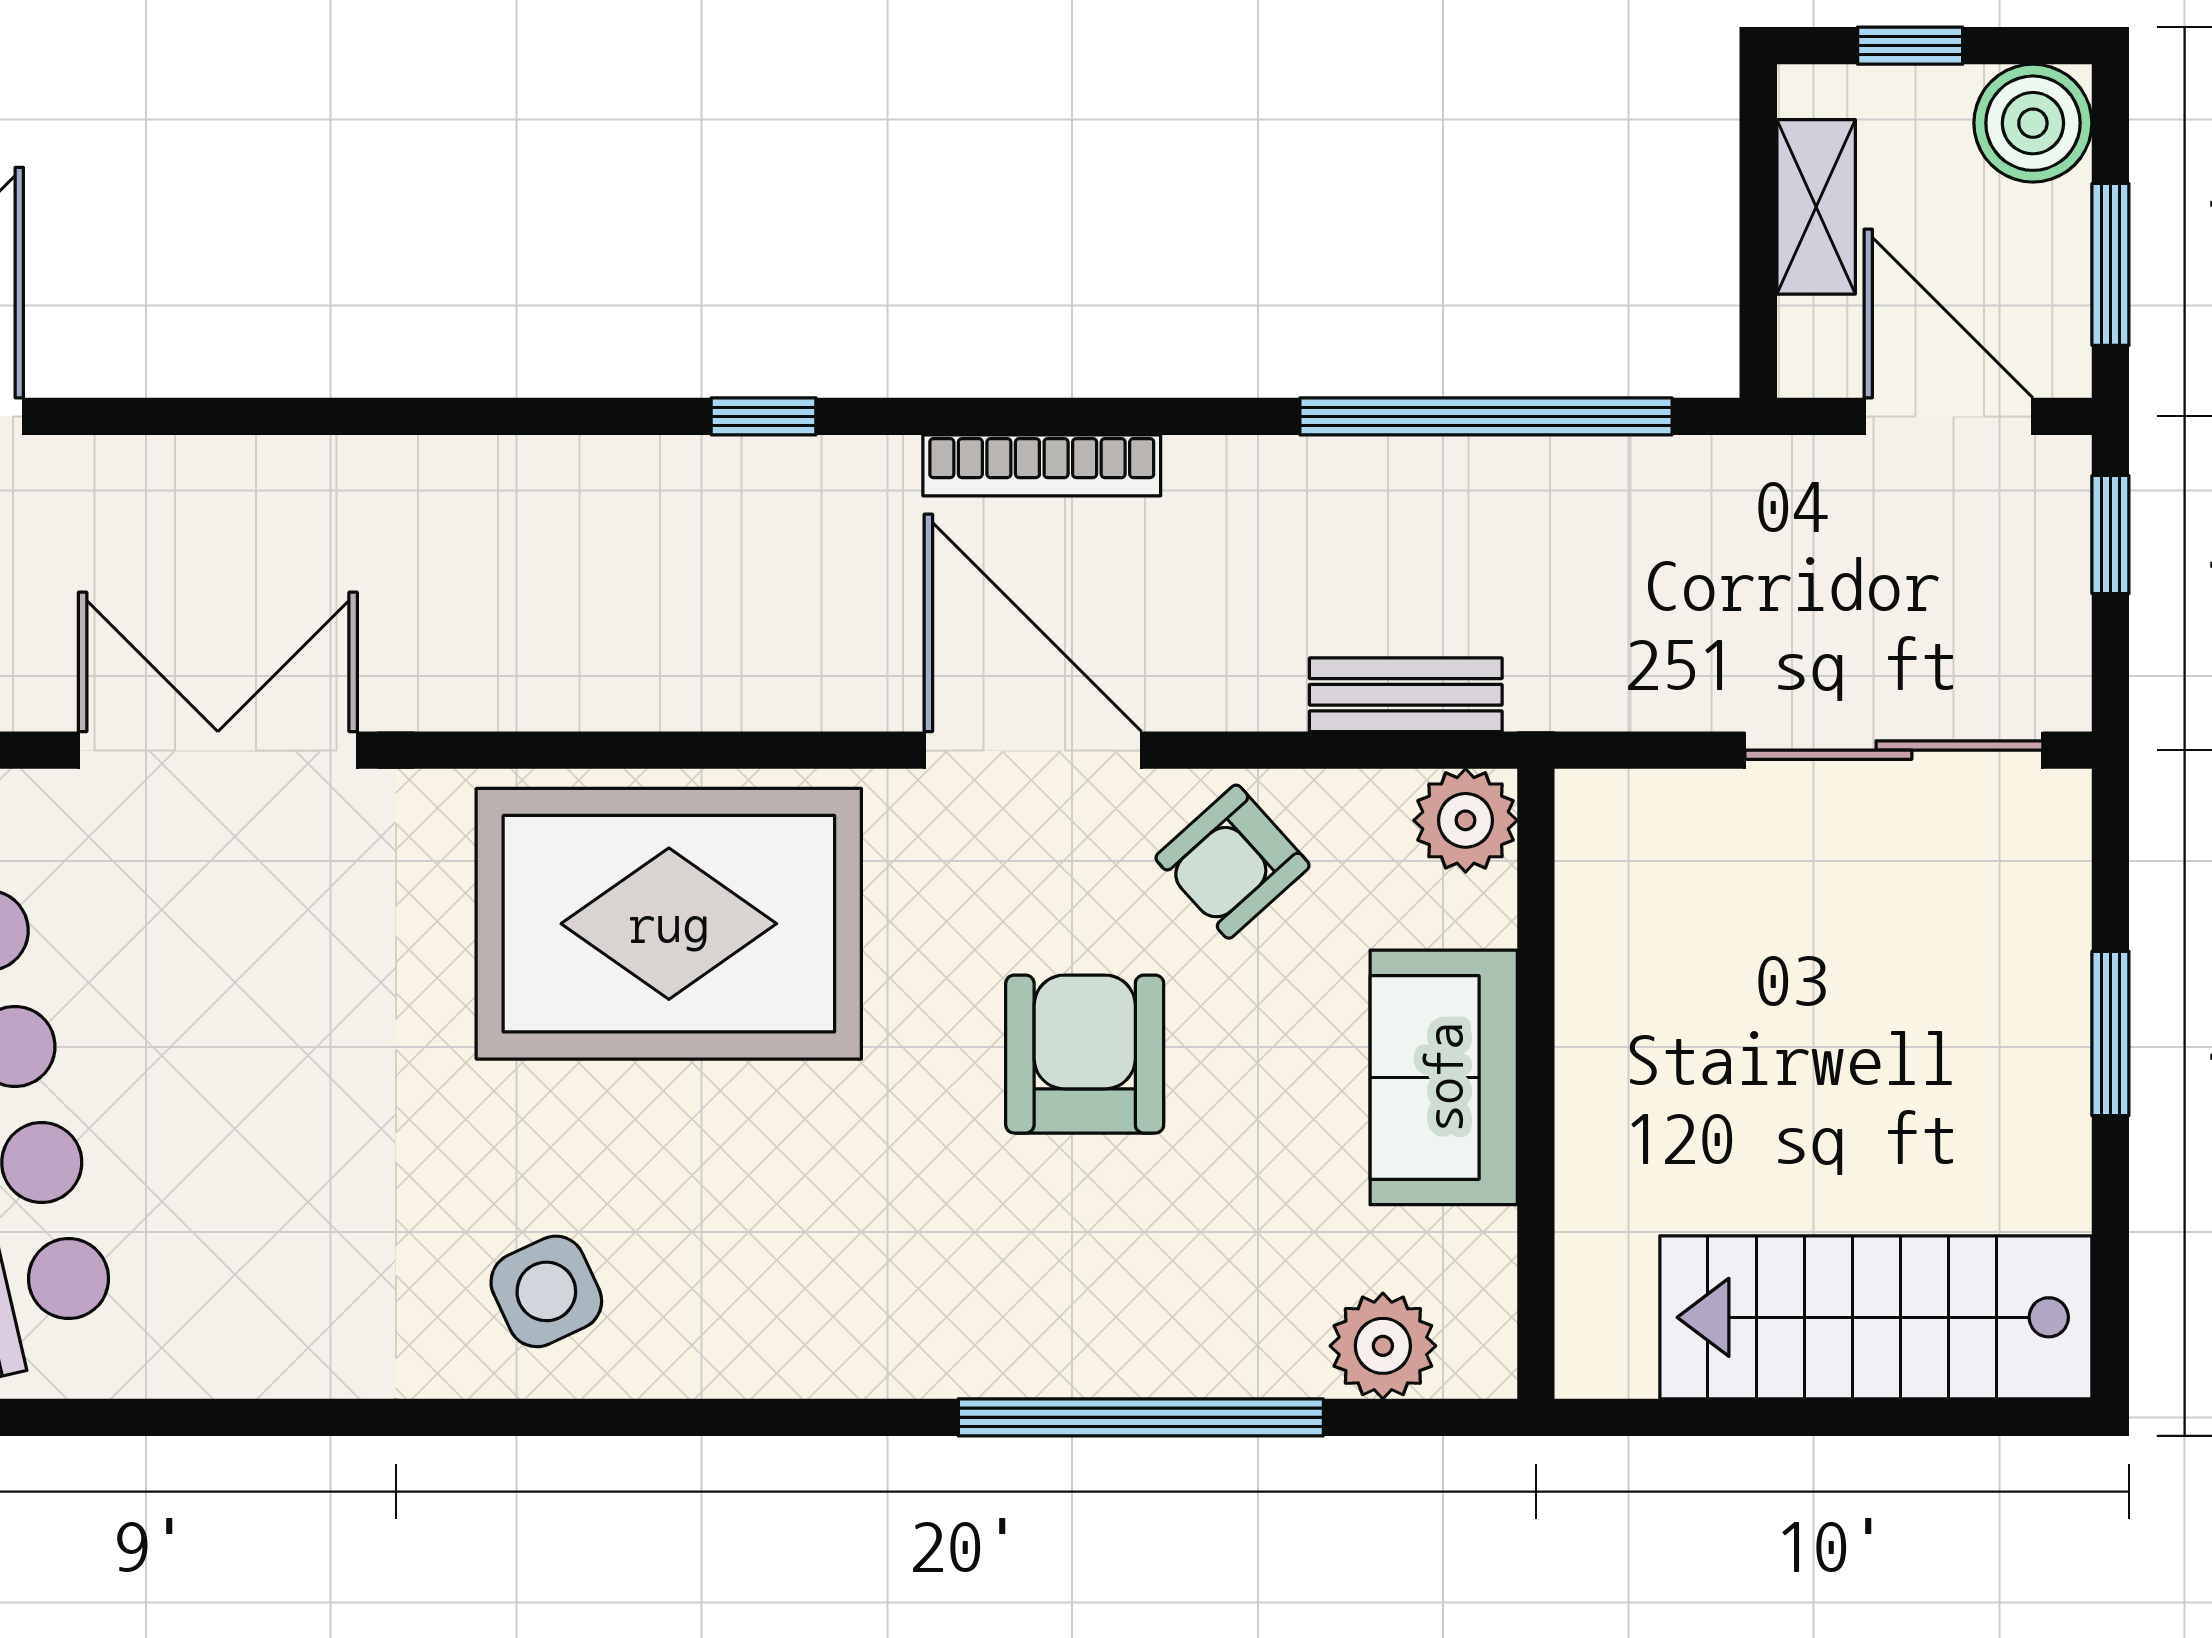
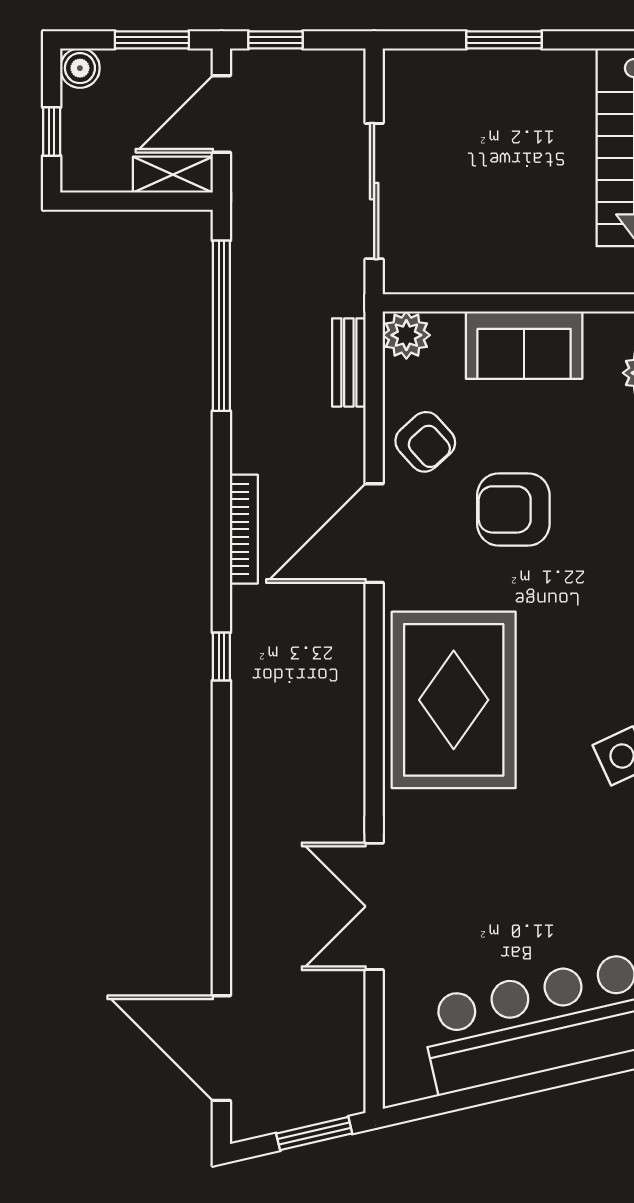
boiler: (2033, 123) -> (80, 68), width x0.73, depth x0.73
shelving: (1816, 207) -> (173, 175), moved
sliding door: (1894, 750) -> (374, 191), moved

